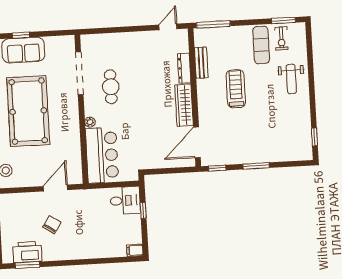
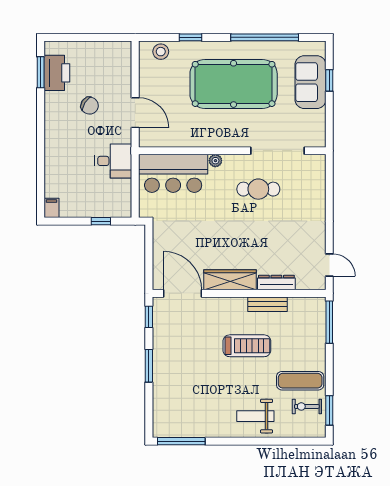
bench: (201, 63) -> (268, 304), moved
window: (314, 137) -> (181, 441), width x2.17
desk: (125, 201) -> (113, 161), moved, turned -90

